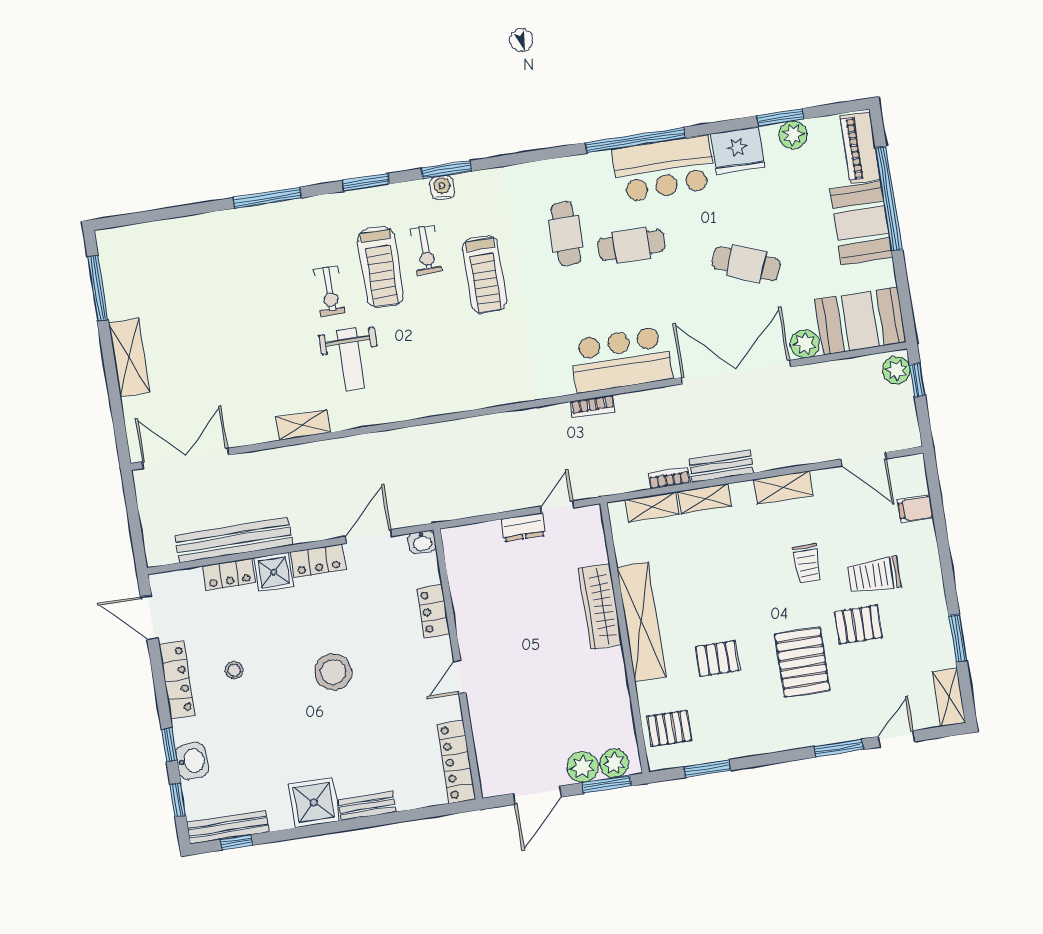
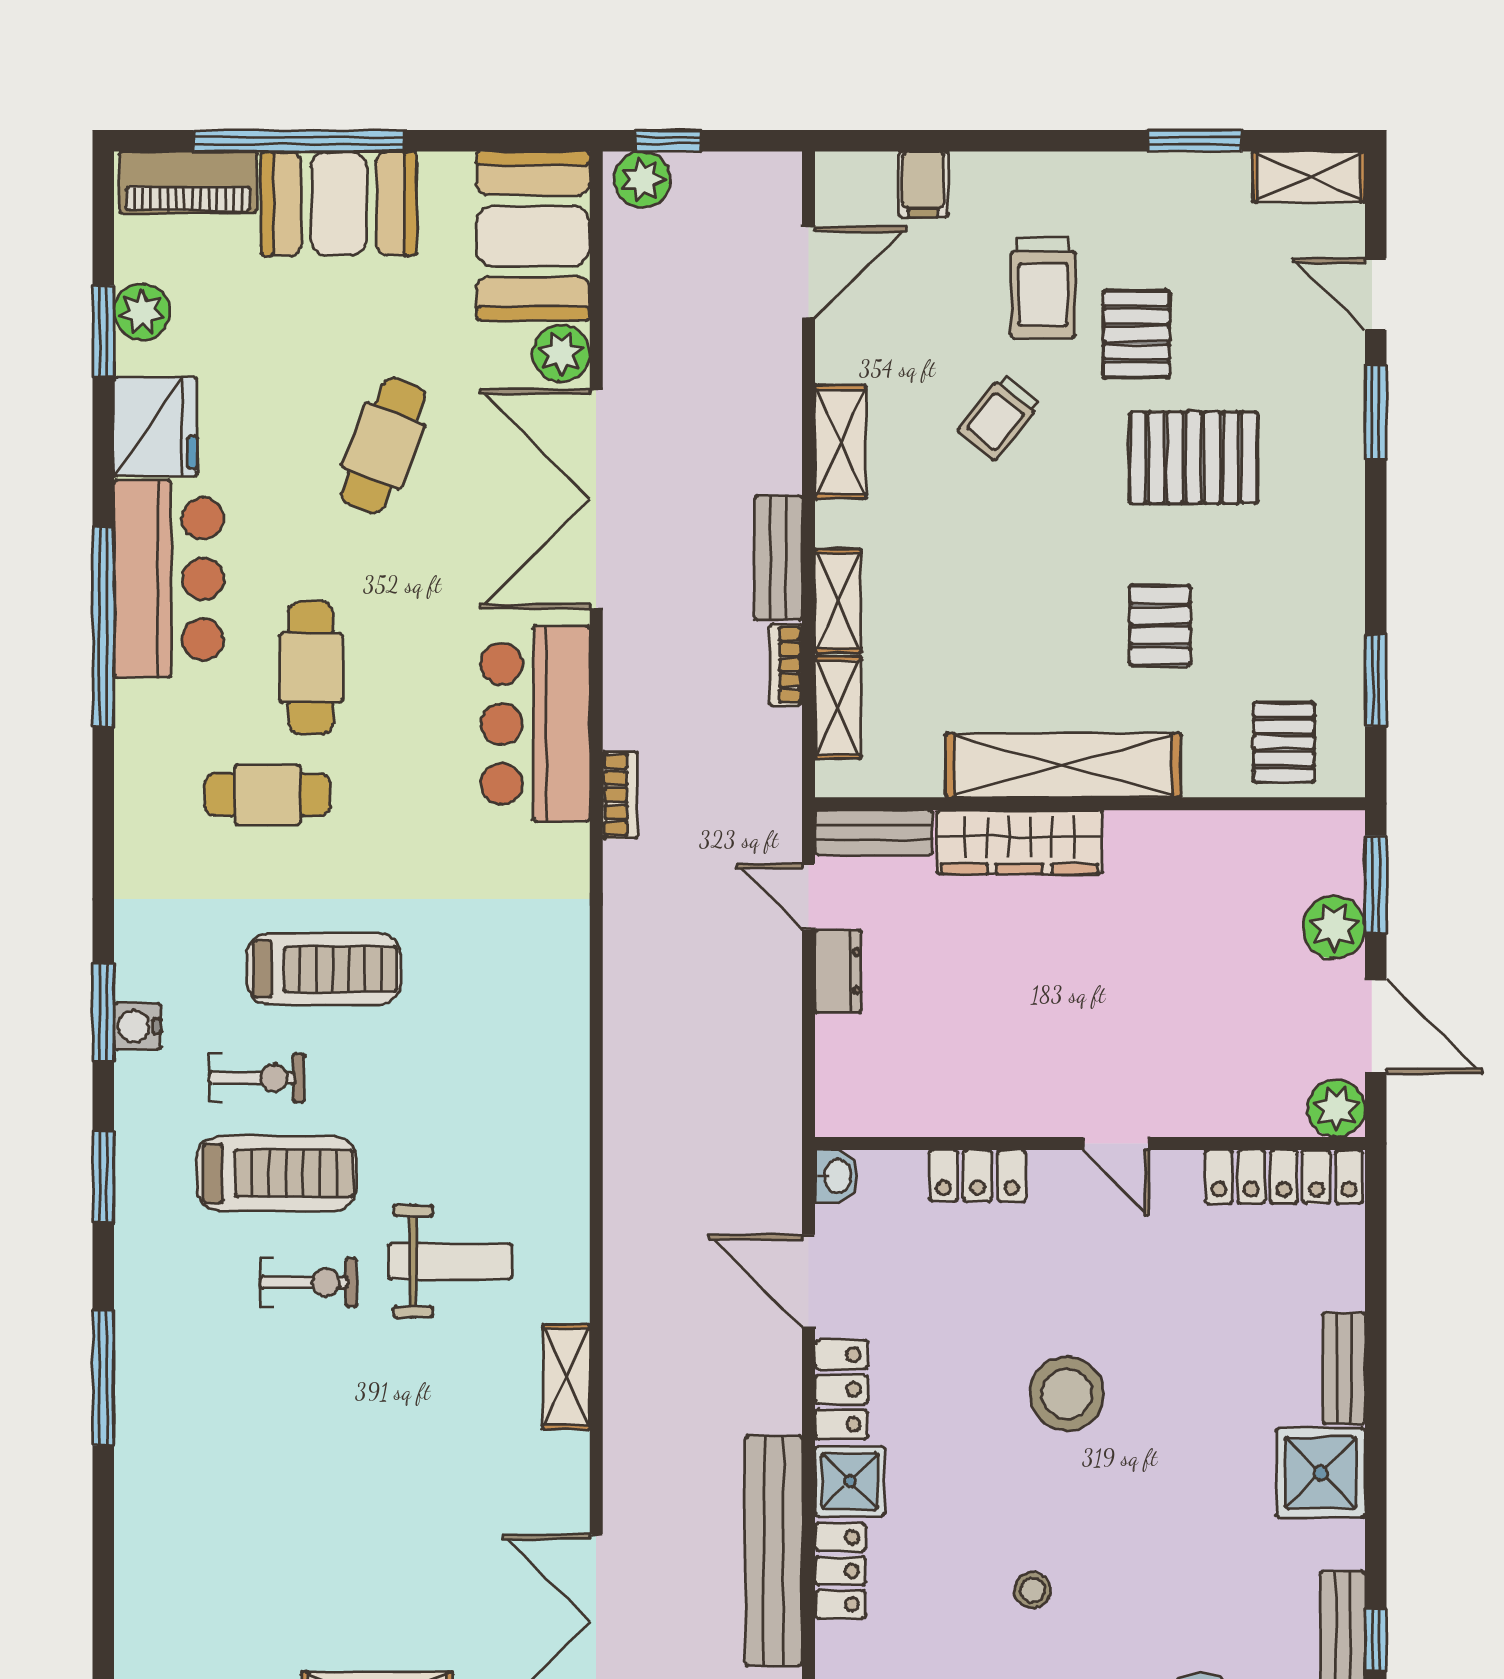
bench: (594, 534) -> (874, 832), added
trolley: (807, 563) -> (999, 417), turned 129
plant: (614, 763) -> (1336, 1108), moved

